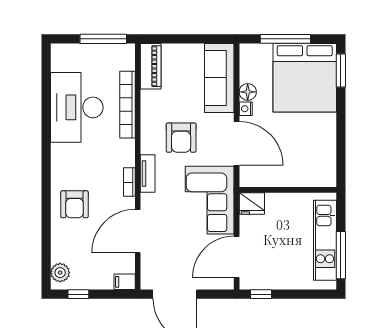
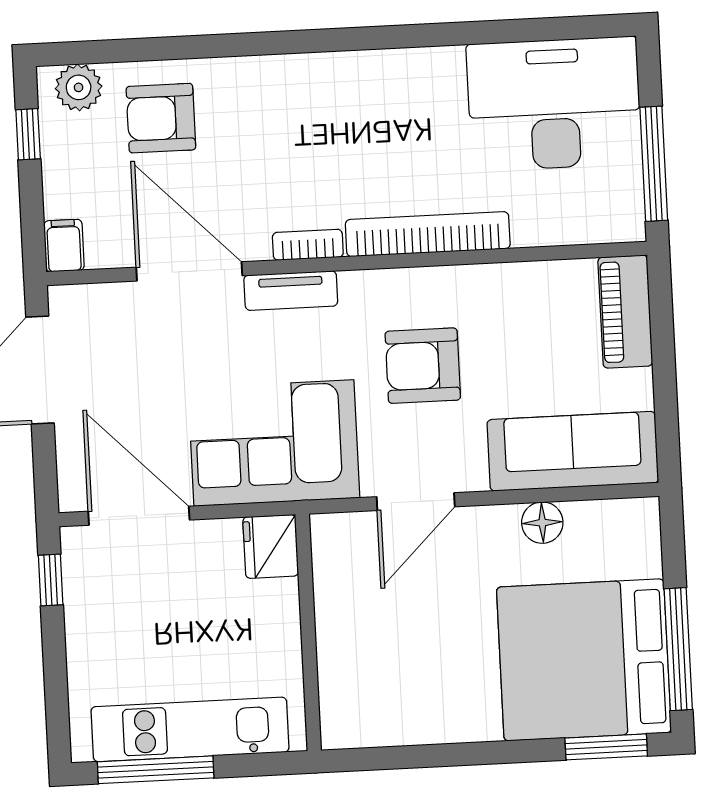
window: (285, 39) -> (678, 649), moved
piano: (151, 66) -> (625, 312), moved, turned 90
bookcase: (127, 105) -> (428, 234), moved
desk: (77, 107) -> (554, 104), moved
nightstand: (246, 109) -> (501, 520), removed
door: (237, 143) -> (416, 502), width x0.73
tv unit: (148, 174) -> (291, 291), moved
armchair: (74, 204) -> (161, 118), moved

